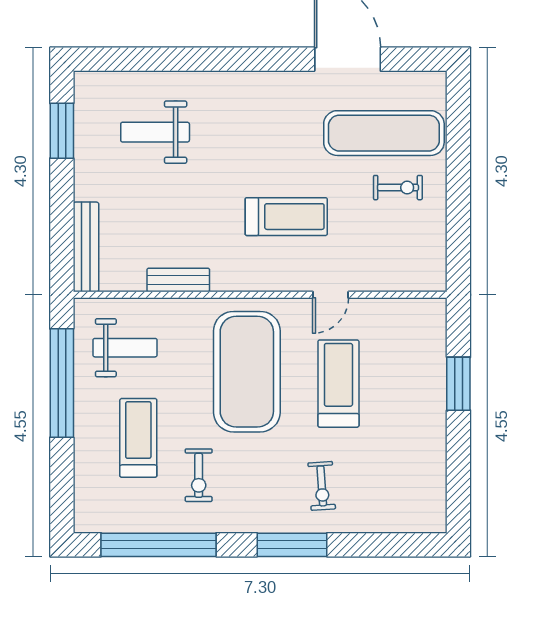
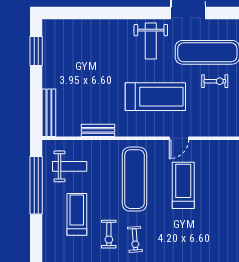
weight bench: (155, 132) -> (151, 41), moved, turned -90
treadmill: (286, 217) -> (155, 97), width x1.37, depth x1.38
exercise mat: (247, 372) -> (134, 179), width x0.68
exercise bike: (322, 486) -> (135, 239), moved

